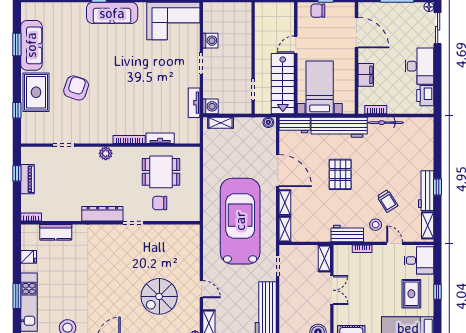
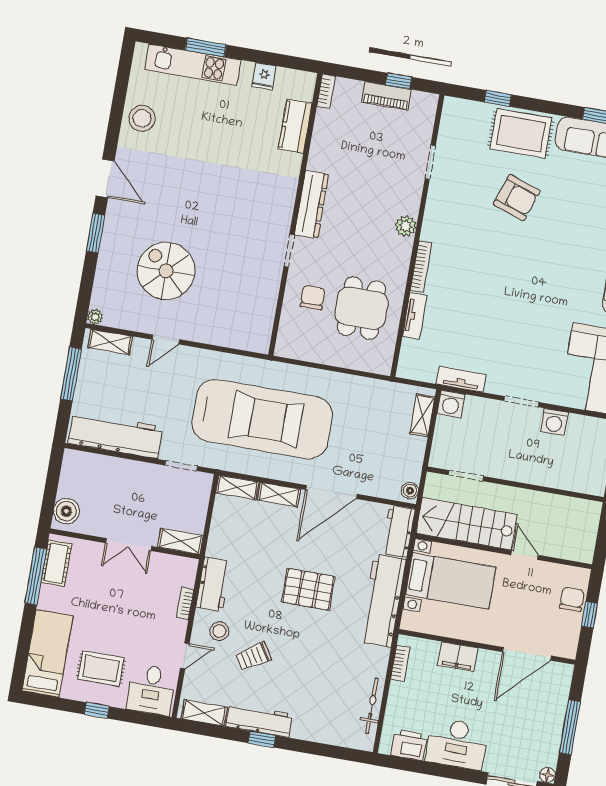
bicycle: (386, 123) -> (372, 706), moved

